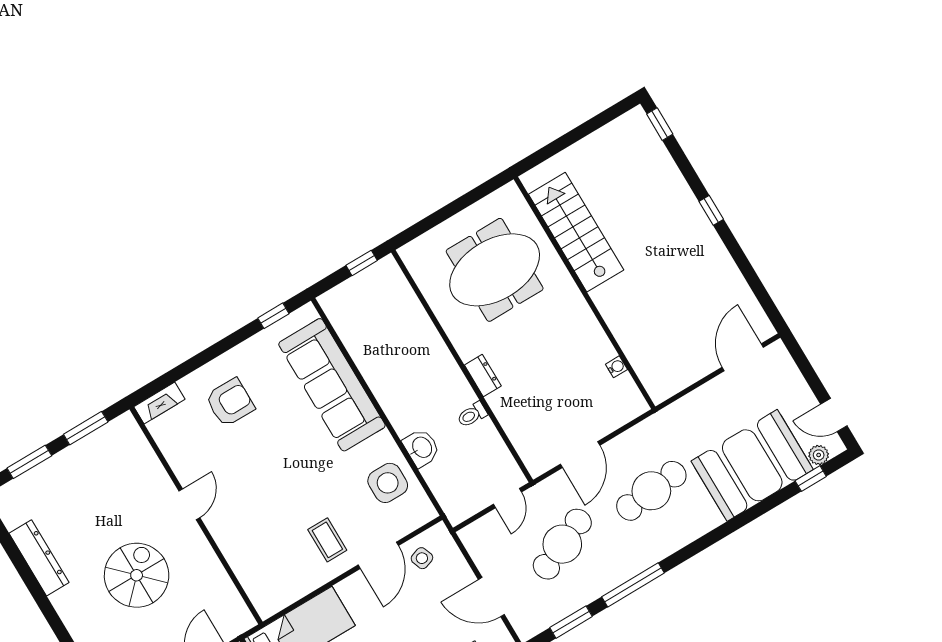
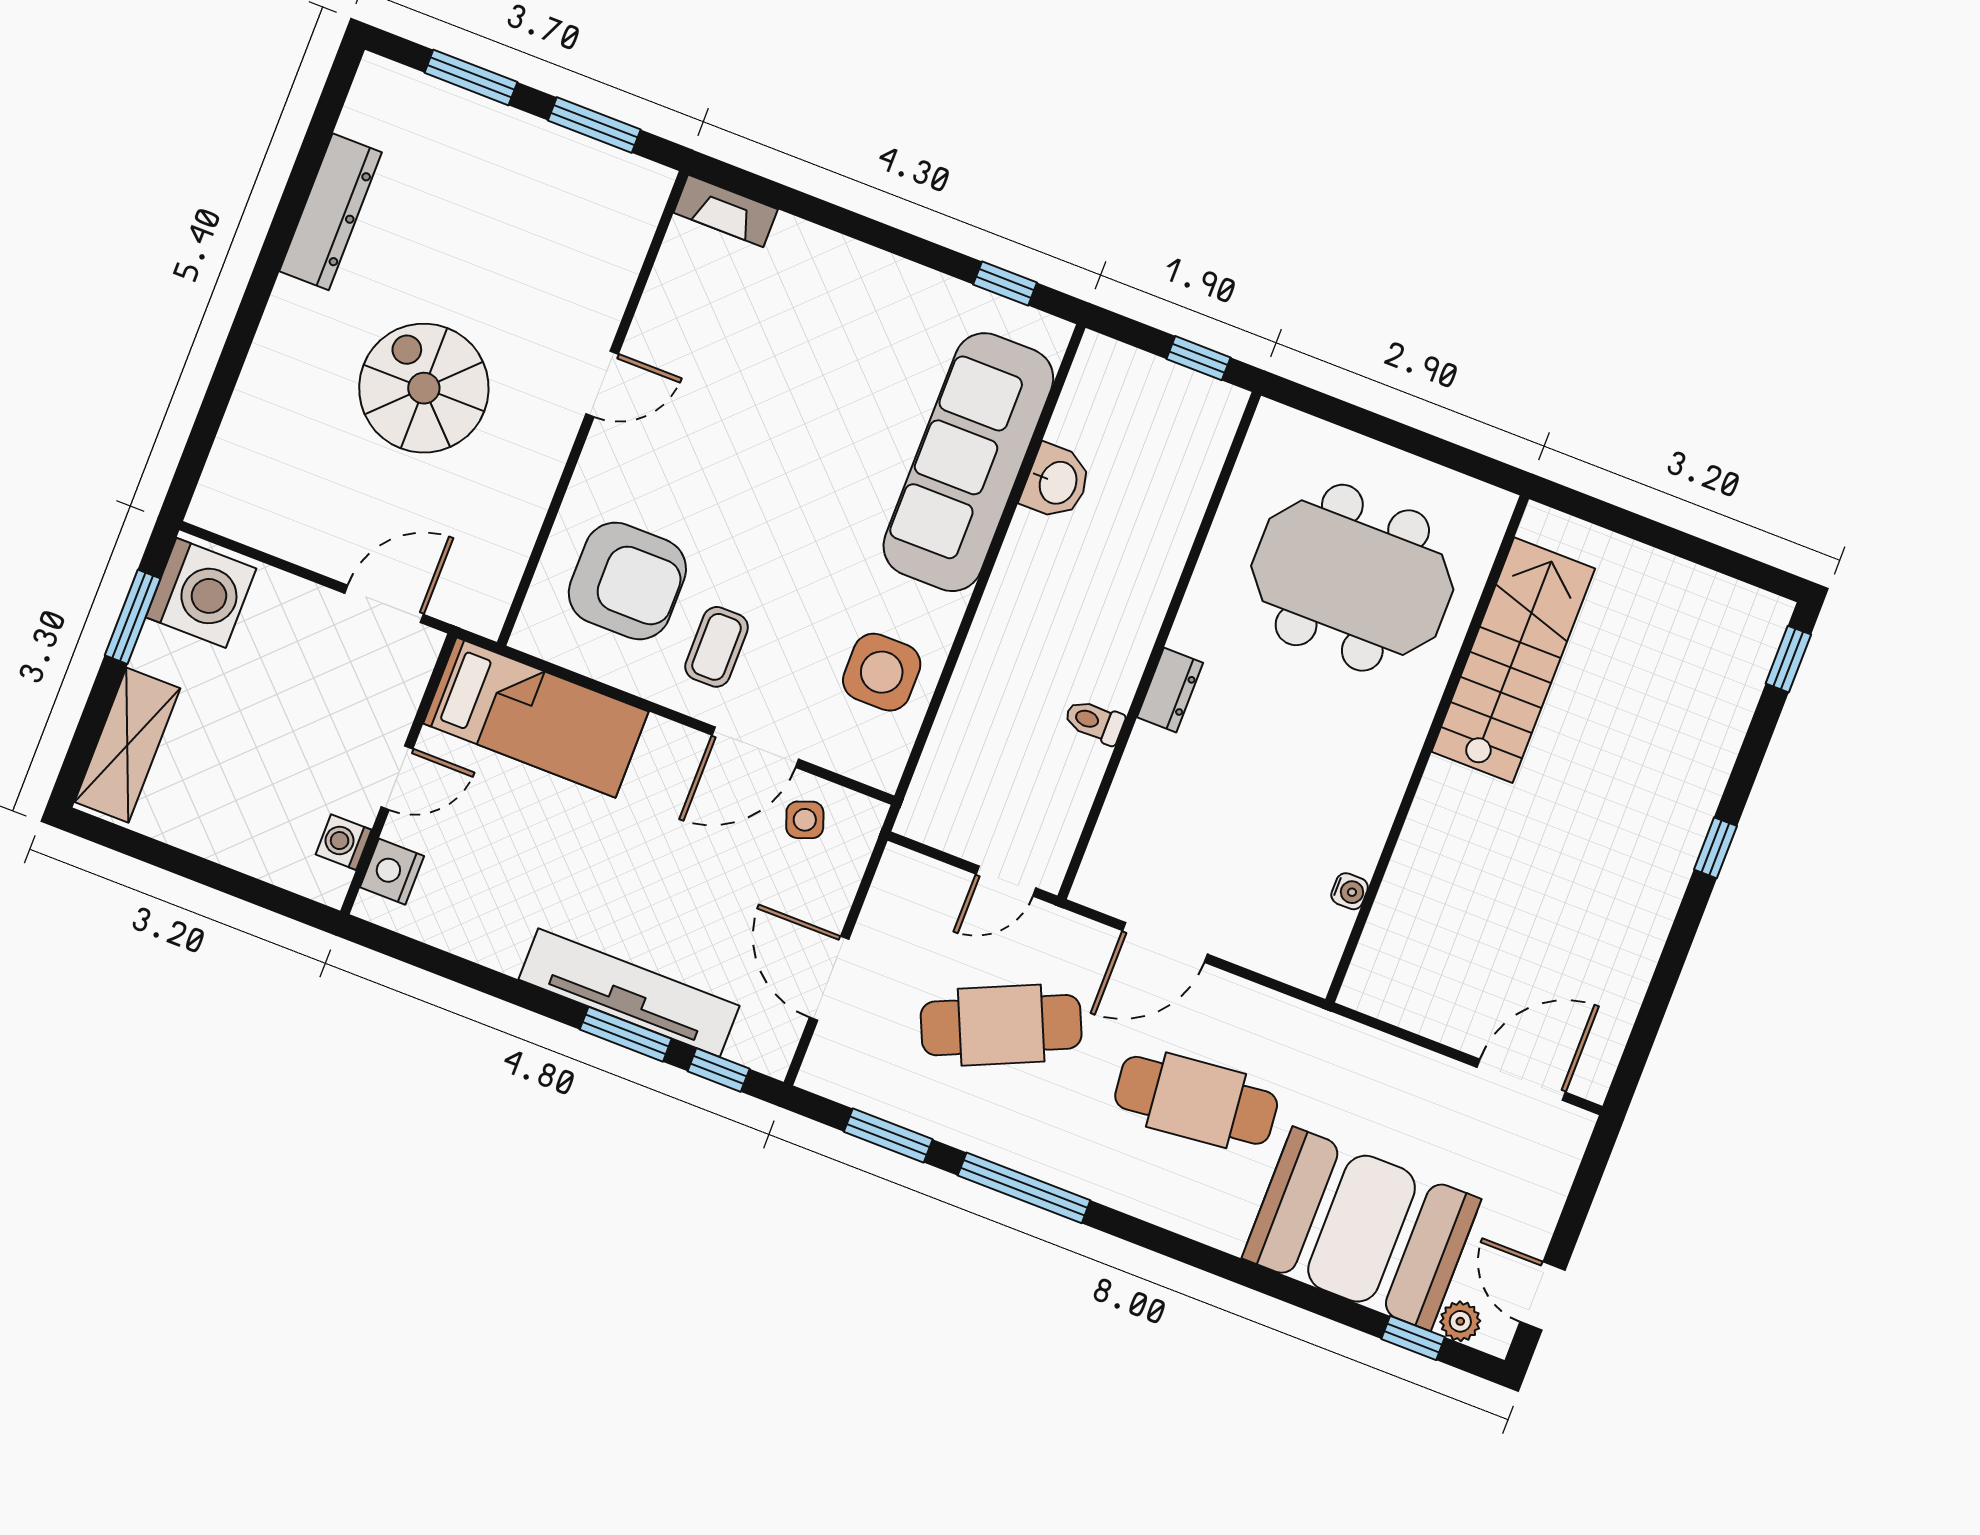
armchair: (230, 402) -> (627, 581), moved, width x1.36, depth x1.36
washbasin: (421, 448) -> (1057, 482), moved
spiral stairs: (137, 575) -> (424, 388), turned -90

